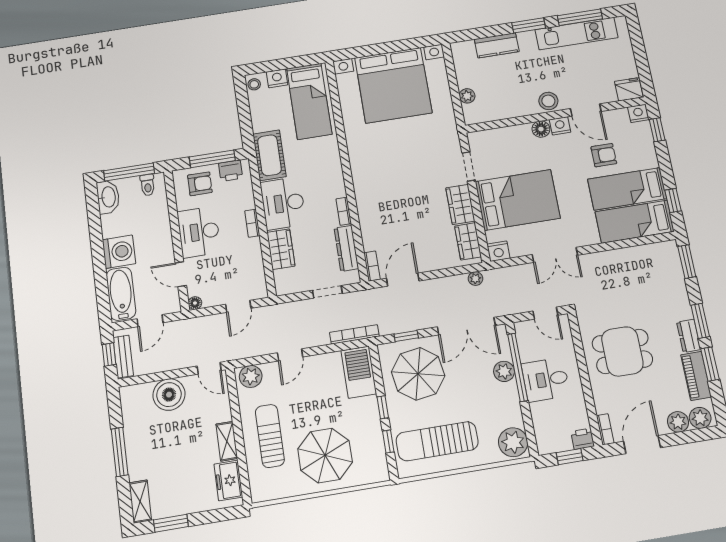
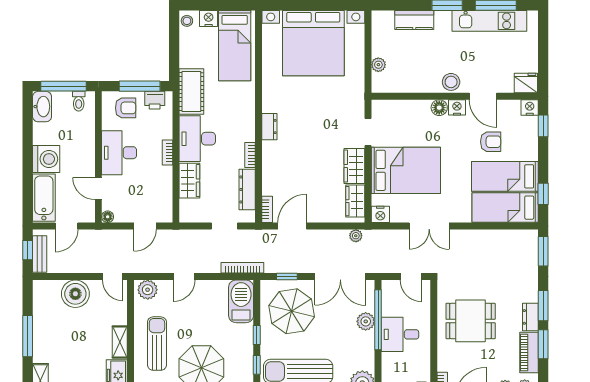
dresser: (360, 178) -> (269, 127), added

